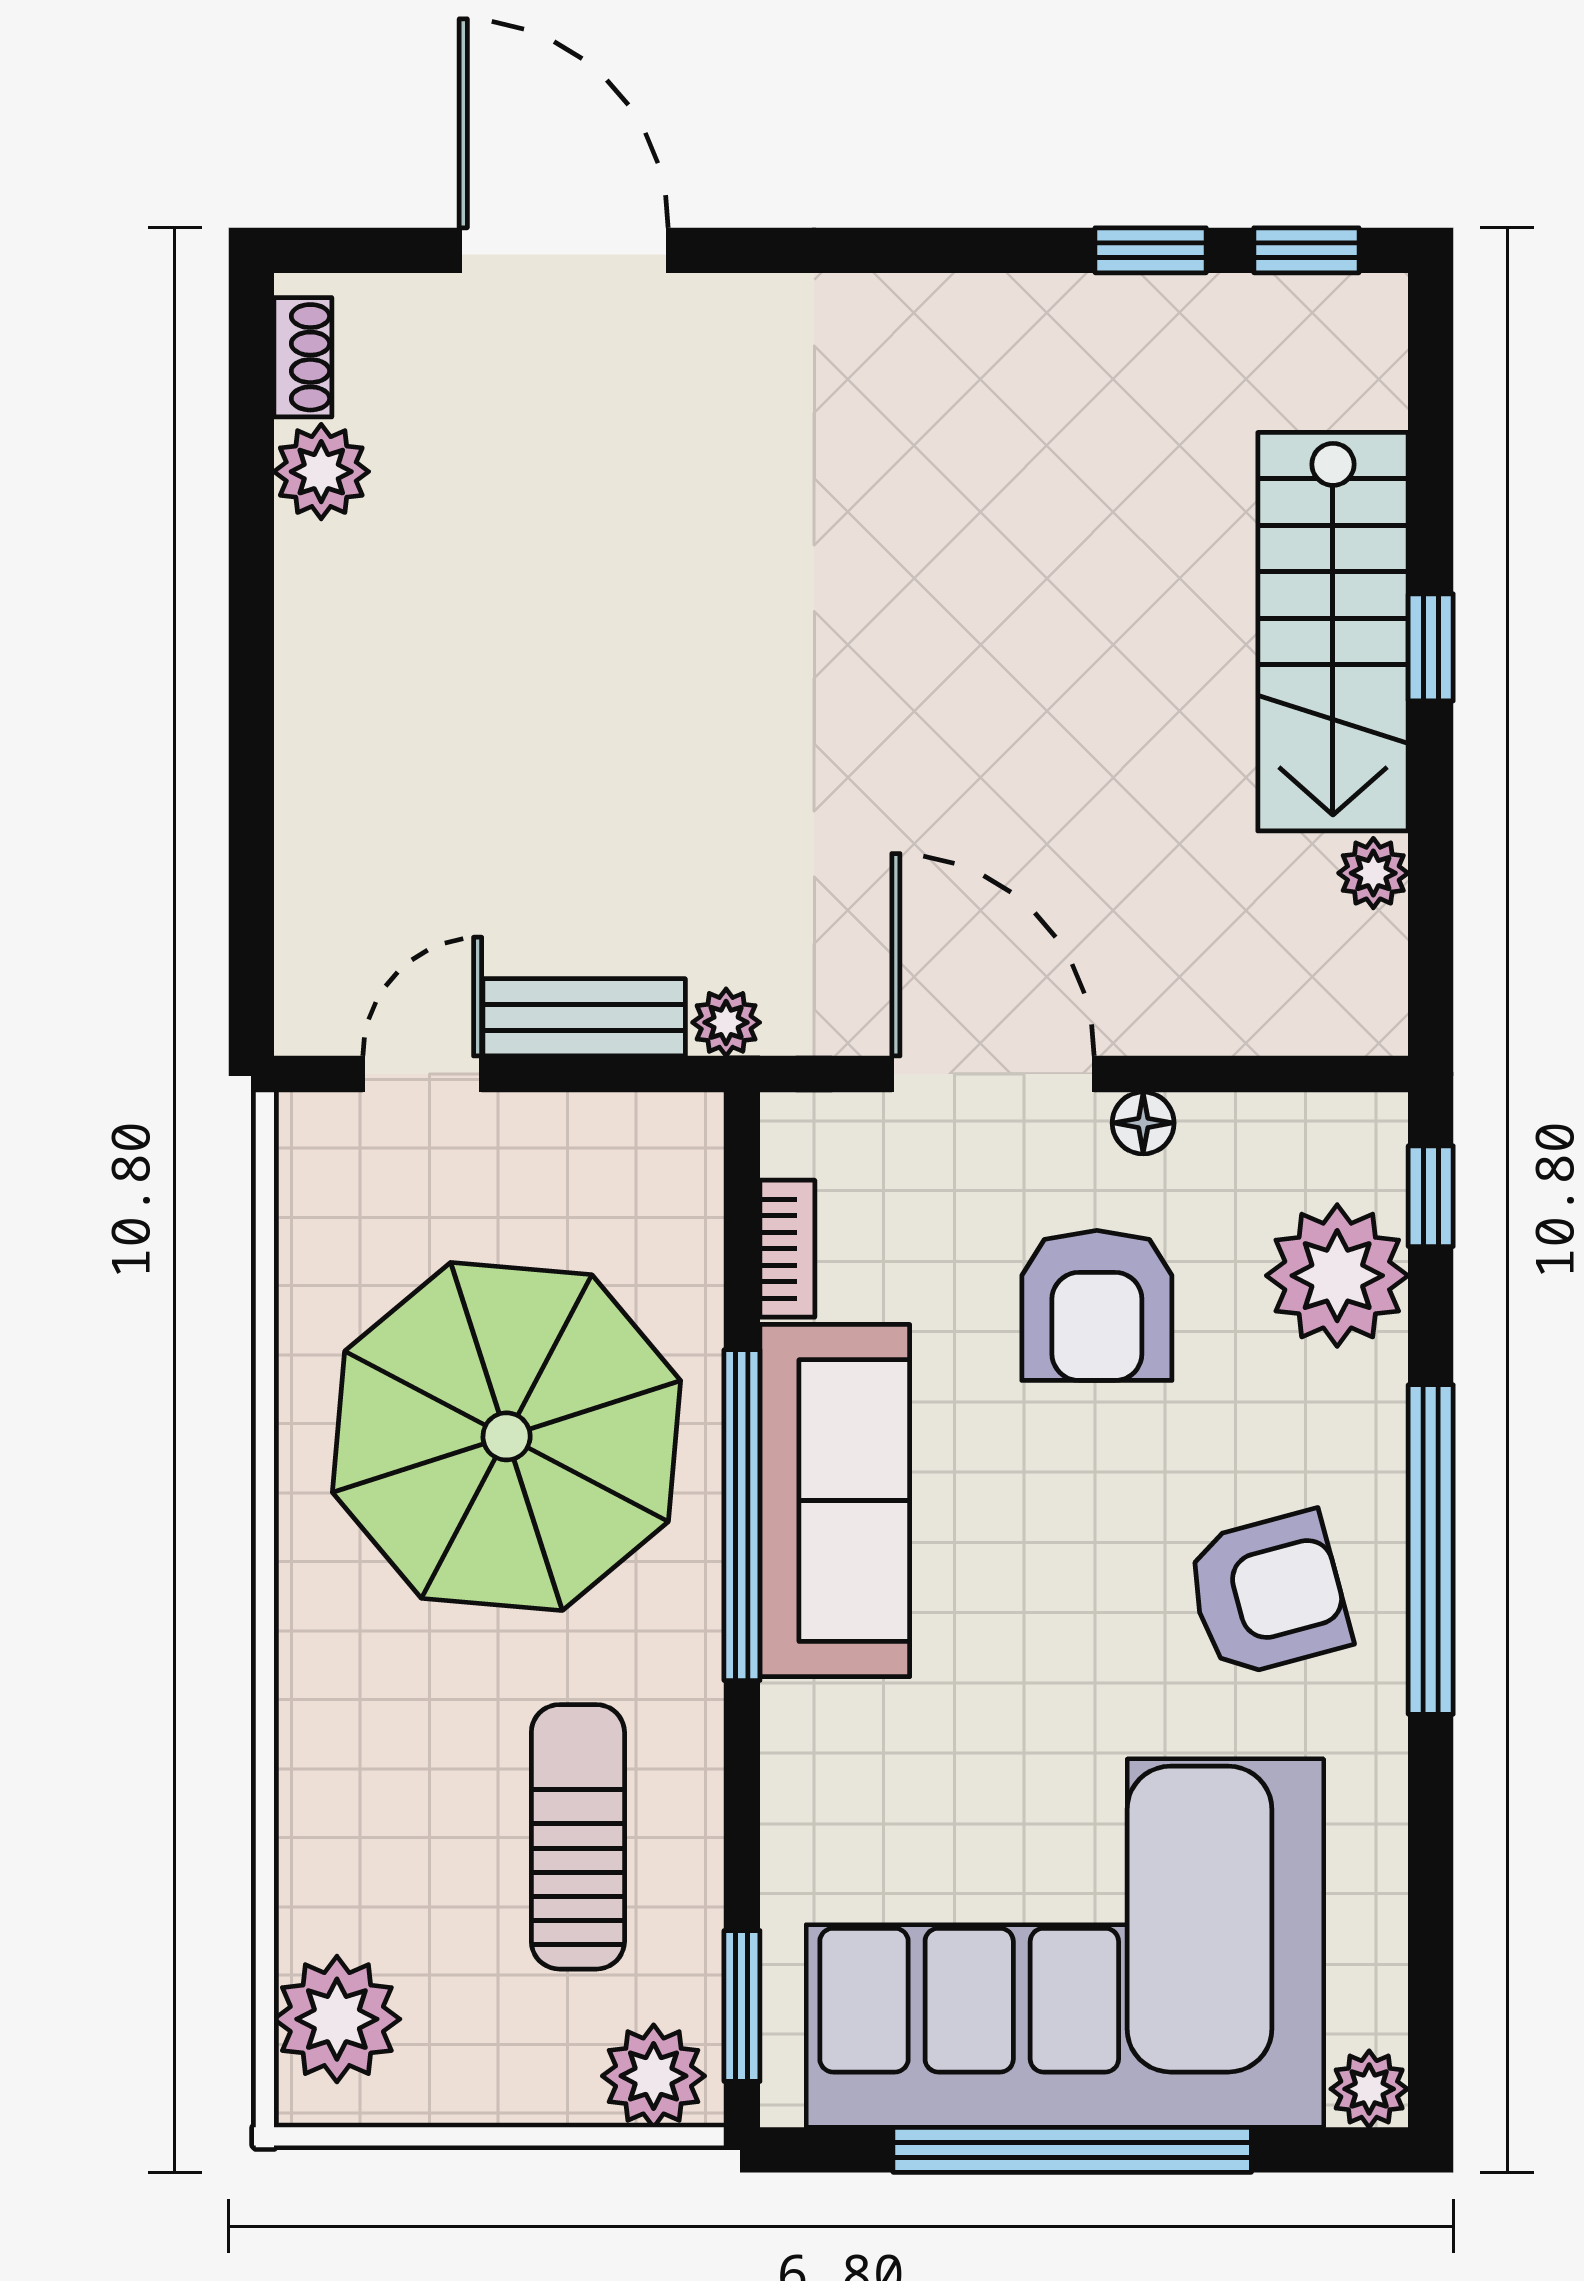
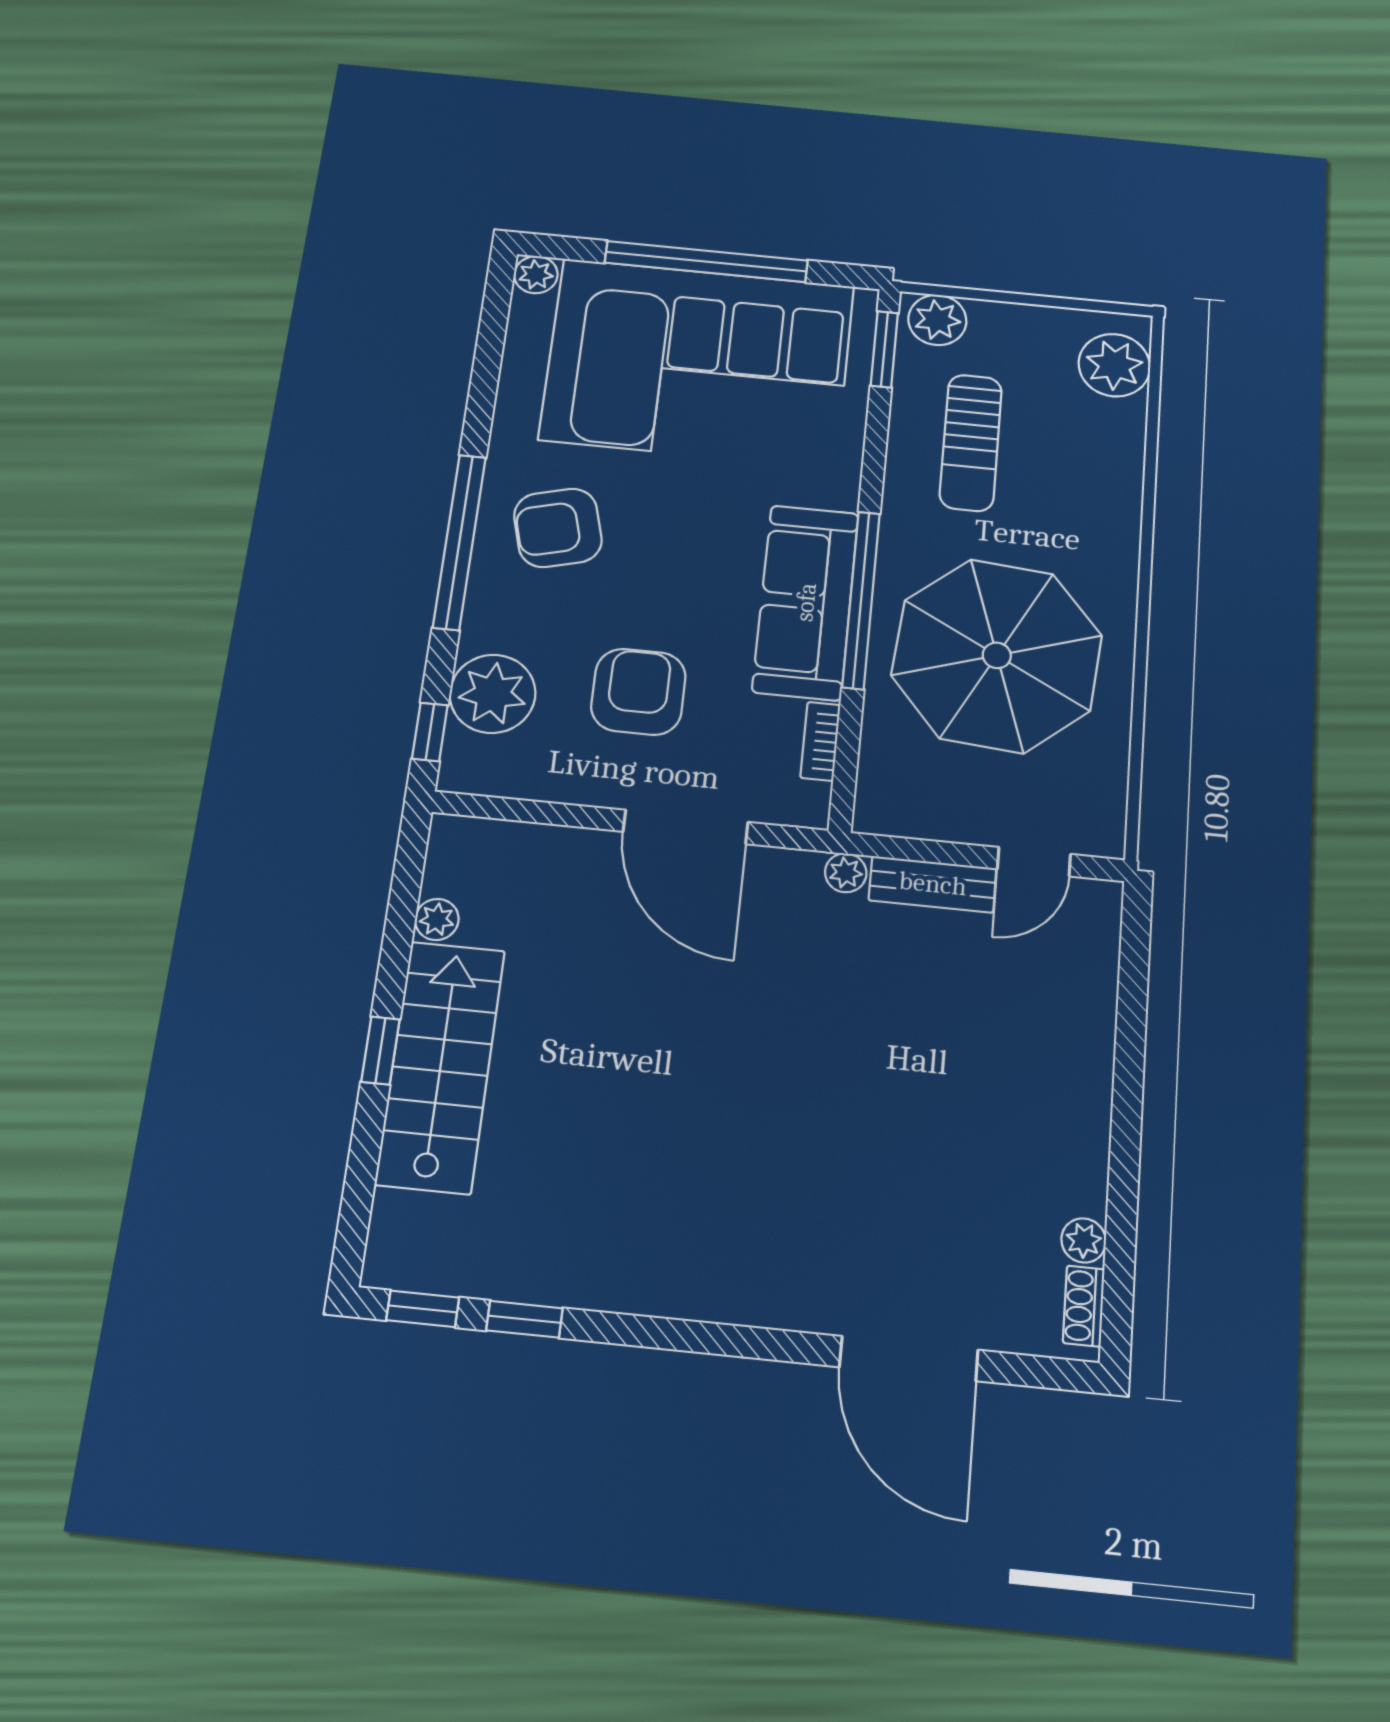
plant: (321, 472) -> (1084, 1240), width x0.73, depth x0.73
floor lamp: (1143, 1123) -> (598, 790), removed

